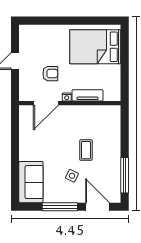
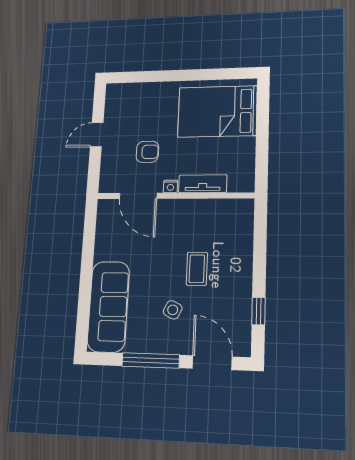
door: (46, 103) -> (138, 196), hinge flipped
window: (125, 175) -> (259, 311), width x0.46
sofa: (31, 182) -> (108, 306), width x1.36

